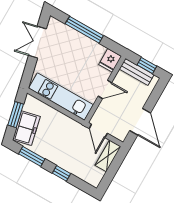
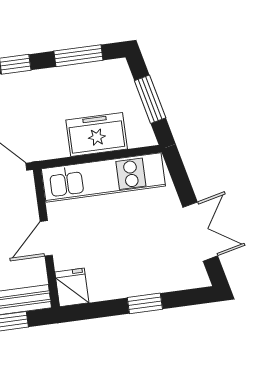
window: (84, 30) -> (145, 303), width x0.46
freezer: (26, 128) -> (97, 134), moved, turned 103

